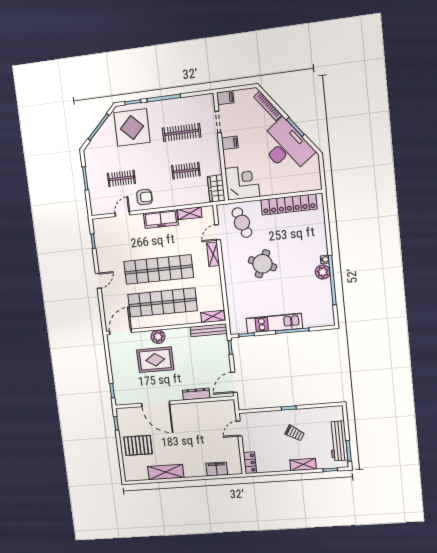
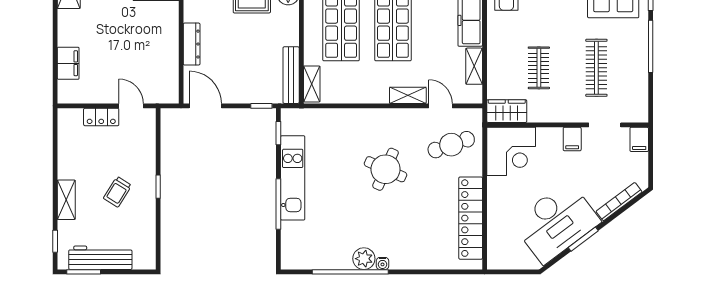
locker: (250, 463) -> (101, 117), moved

